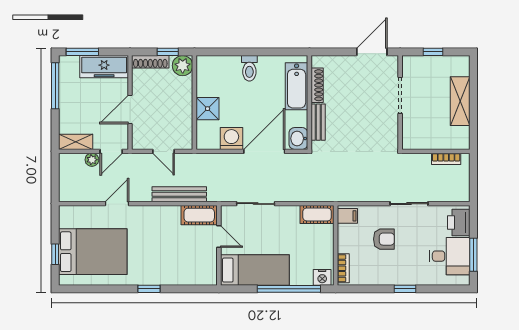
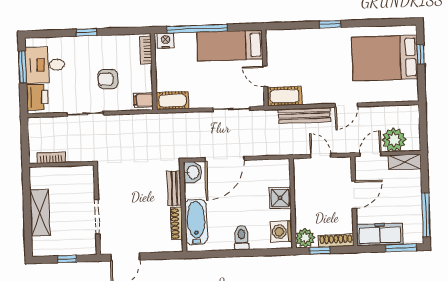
washing machine: (231, 138) -> (281, 232), moved, turned 90
plant: (92, 160) -> (394, 140), width x1.88, depth x1.88
door: (117, 204) -> (346, 105), moved

